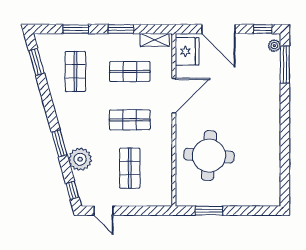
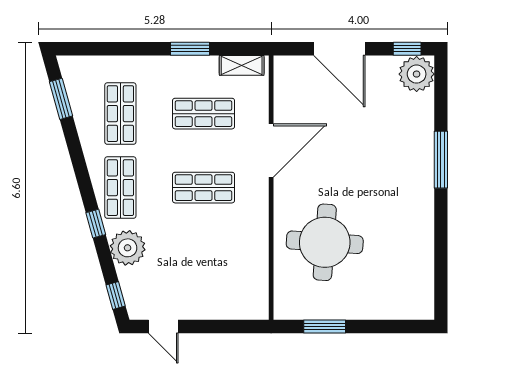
window: (76, 29) -> (121, 49), removed
plant: (274, 46) -> (417, 74), width x1.87, depth x1.87
fridge: (187, 51) -> (291, 83), removed
window: (285, 65) -> (441, 160), moved
window: (59, 143) -> (96, 224), width x0.67
shop shelf: (130, 168) -> (120, 188), moved

